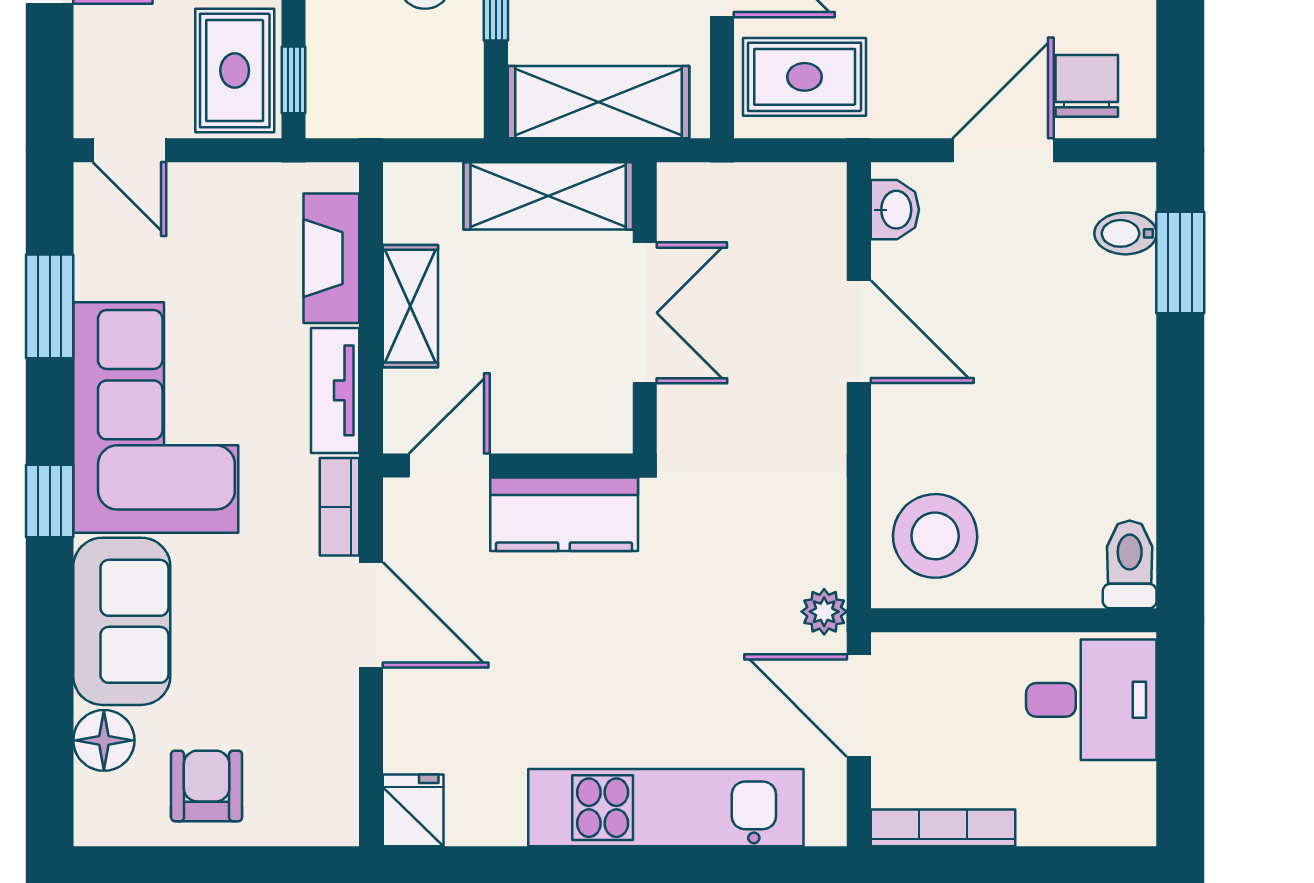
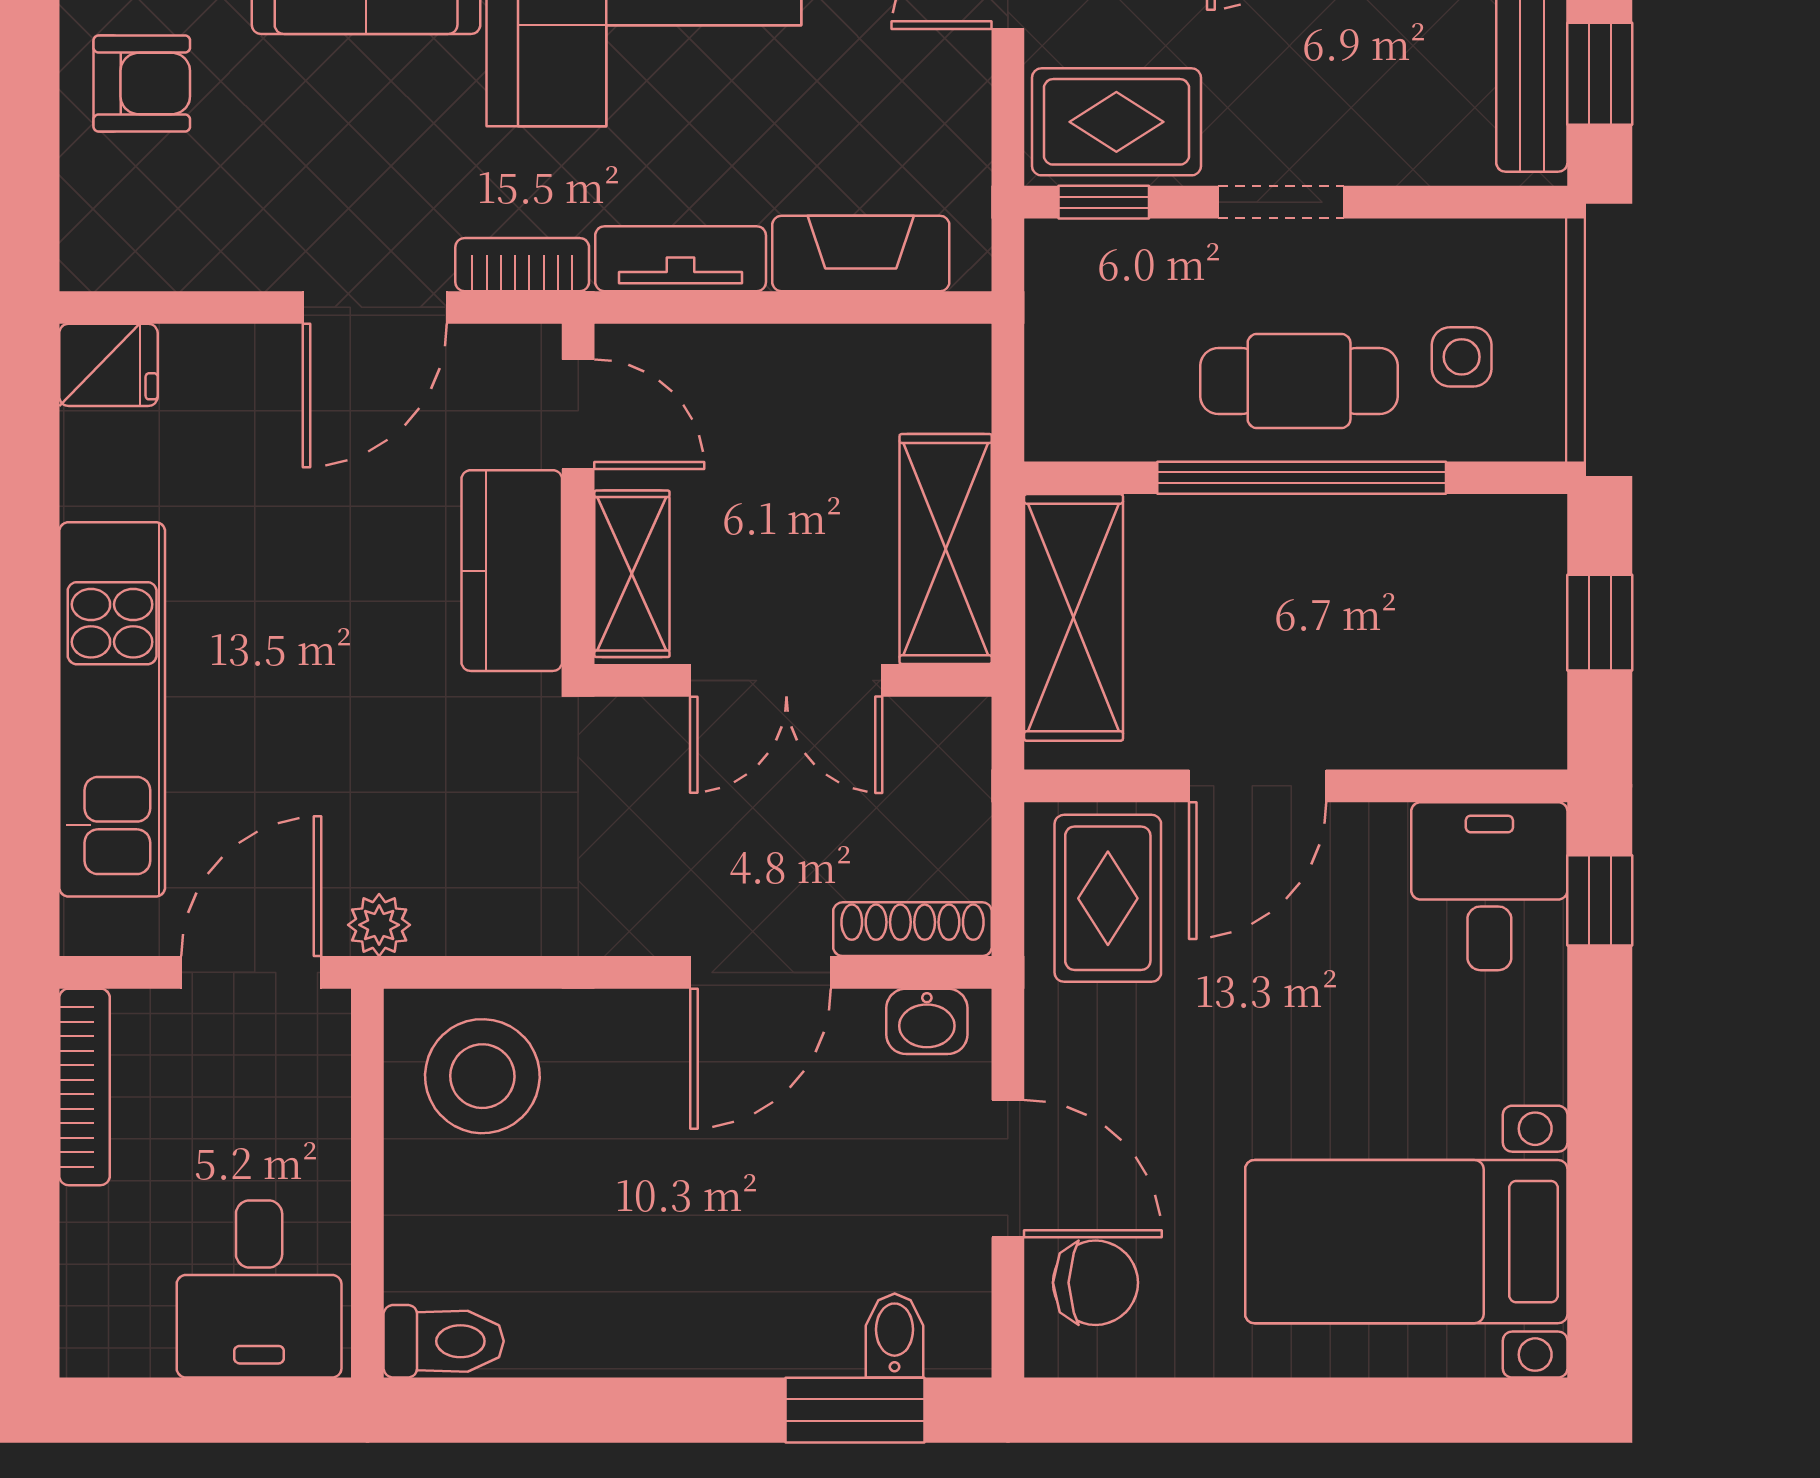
shoe rack: (827, 220) -> (912, 929), added
shelving: (410, 306) -> (632, 574), moved, turned 90

